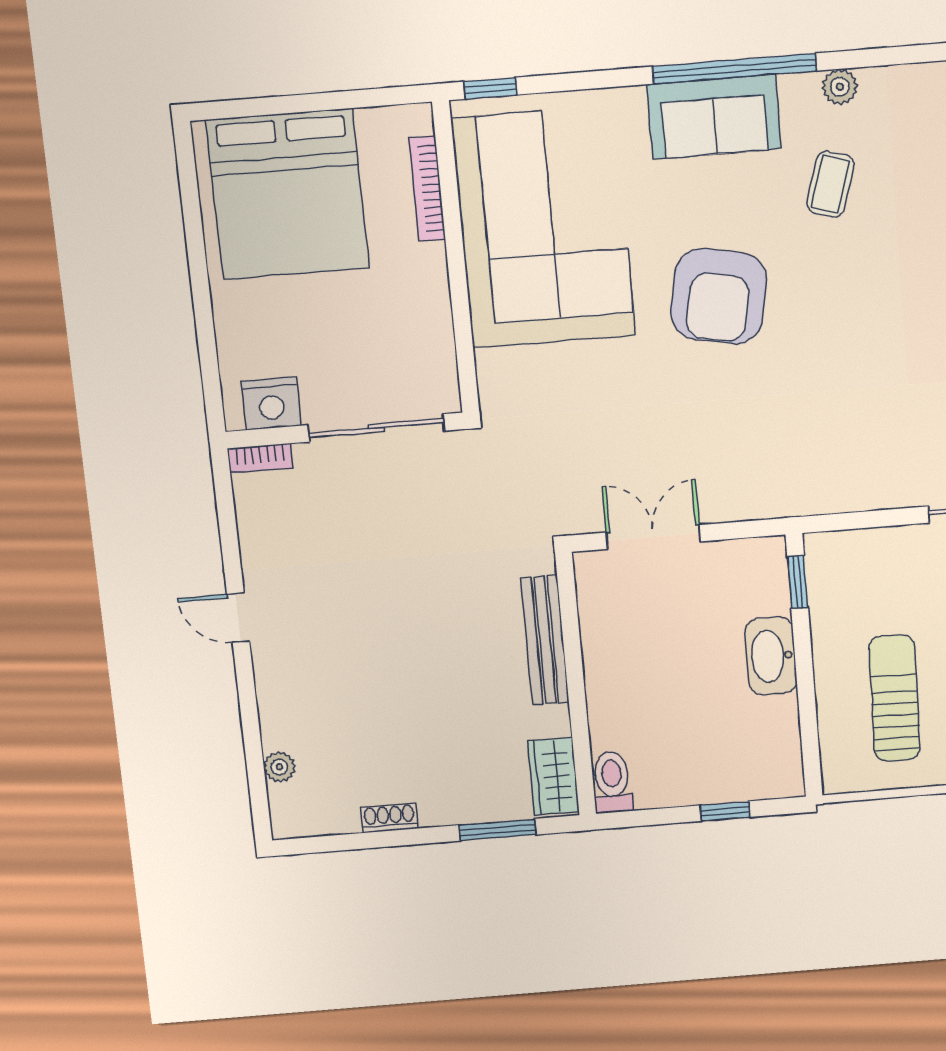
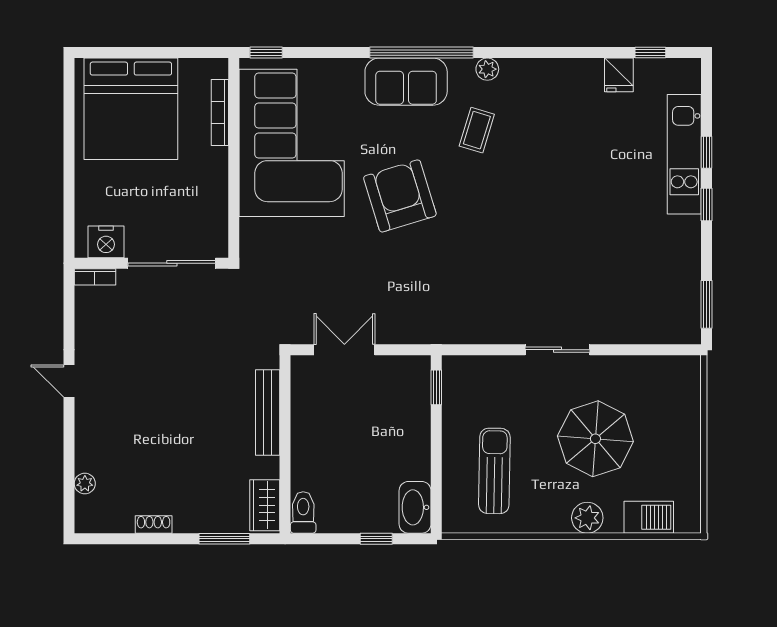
armchair: (719, 296) -> (400, 196), turned 152
washbasin: (771, 656) -> (415, 507), moved

